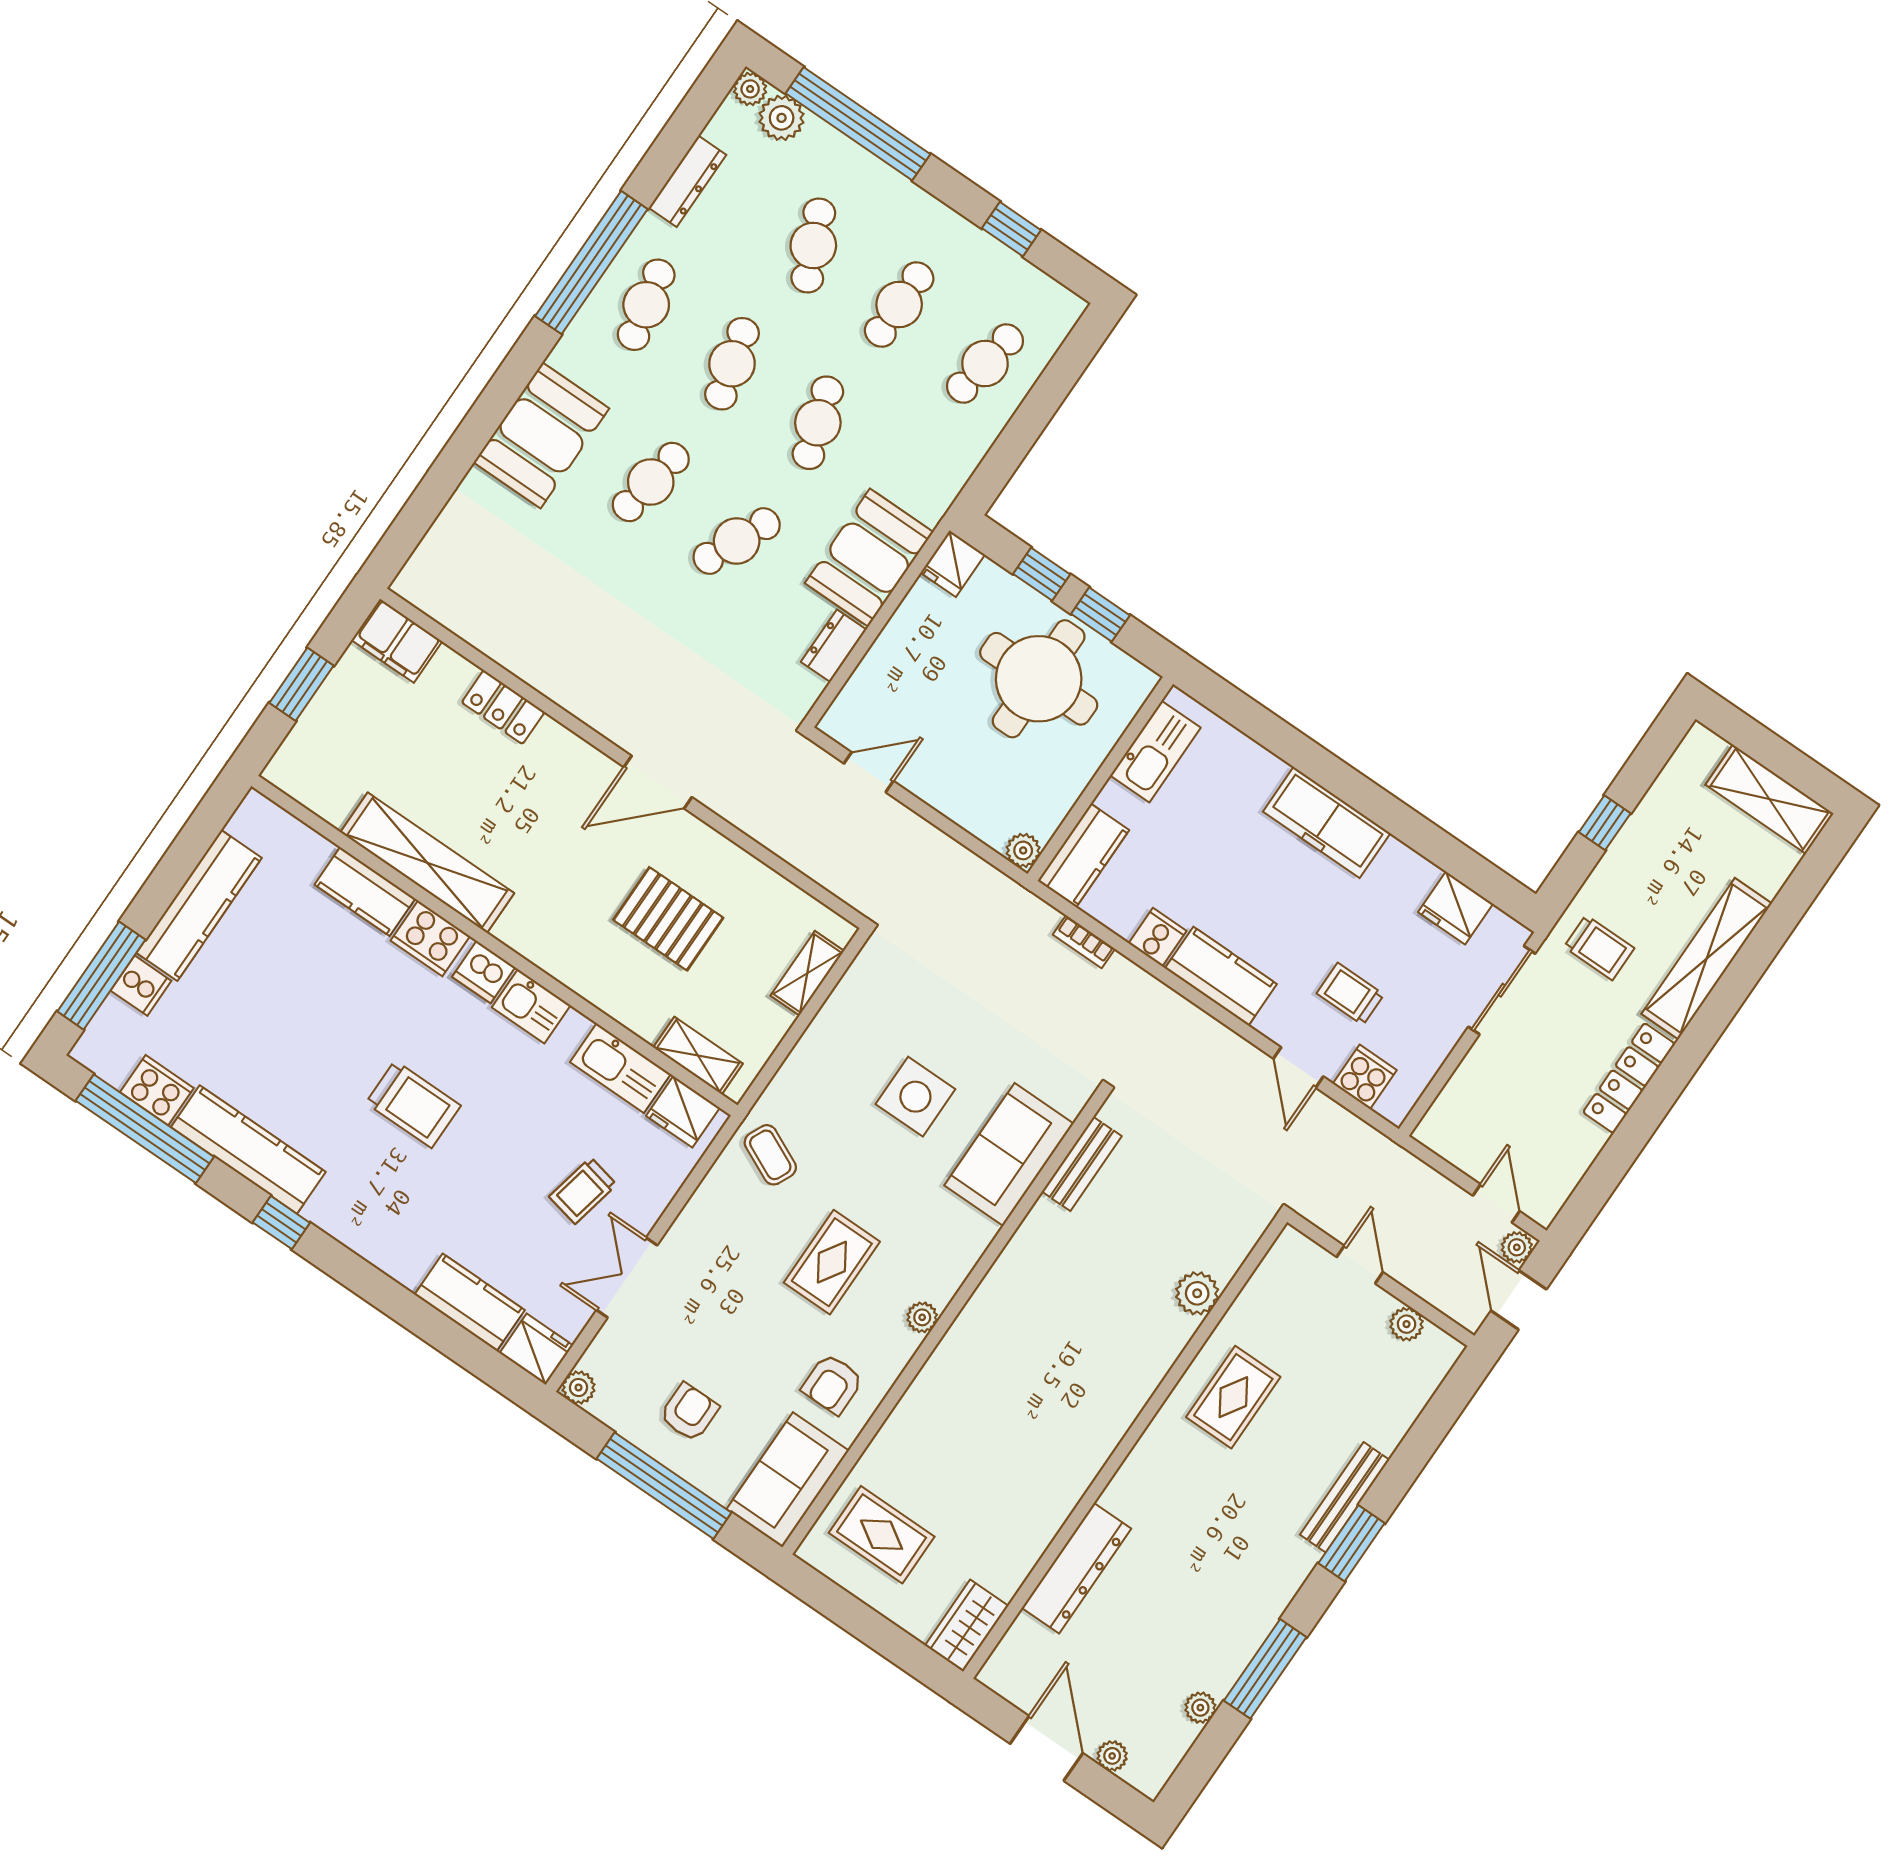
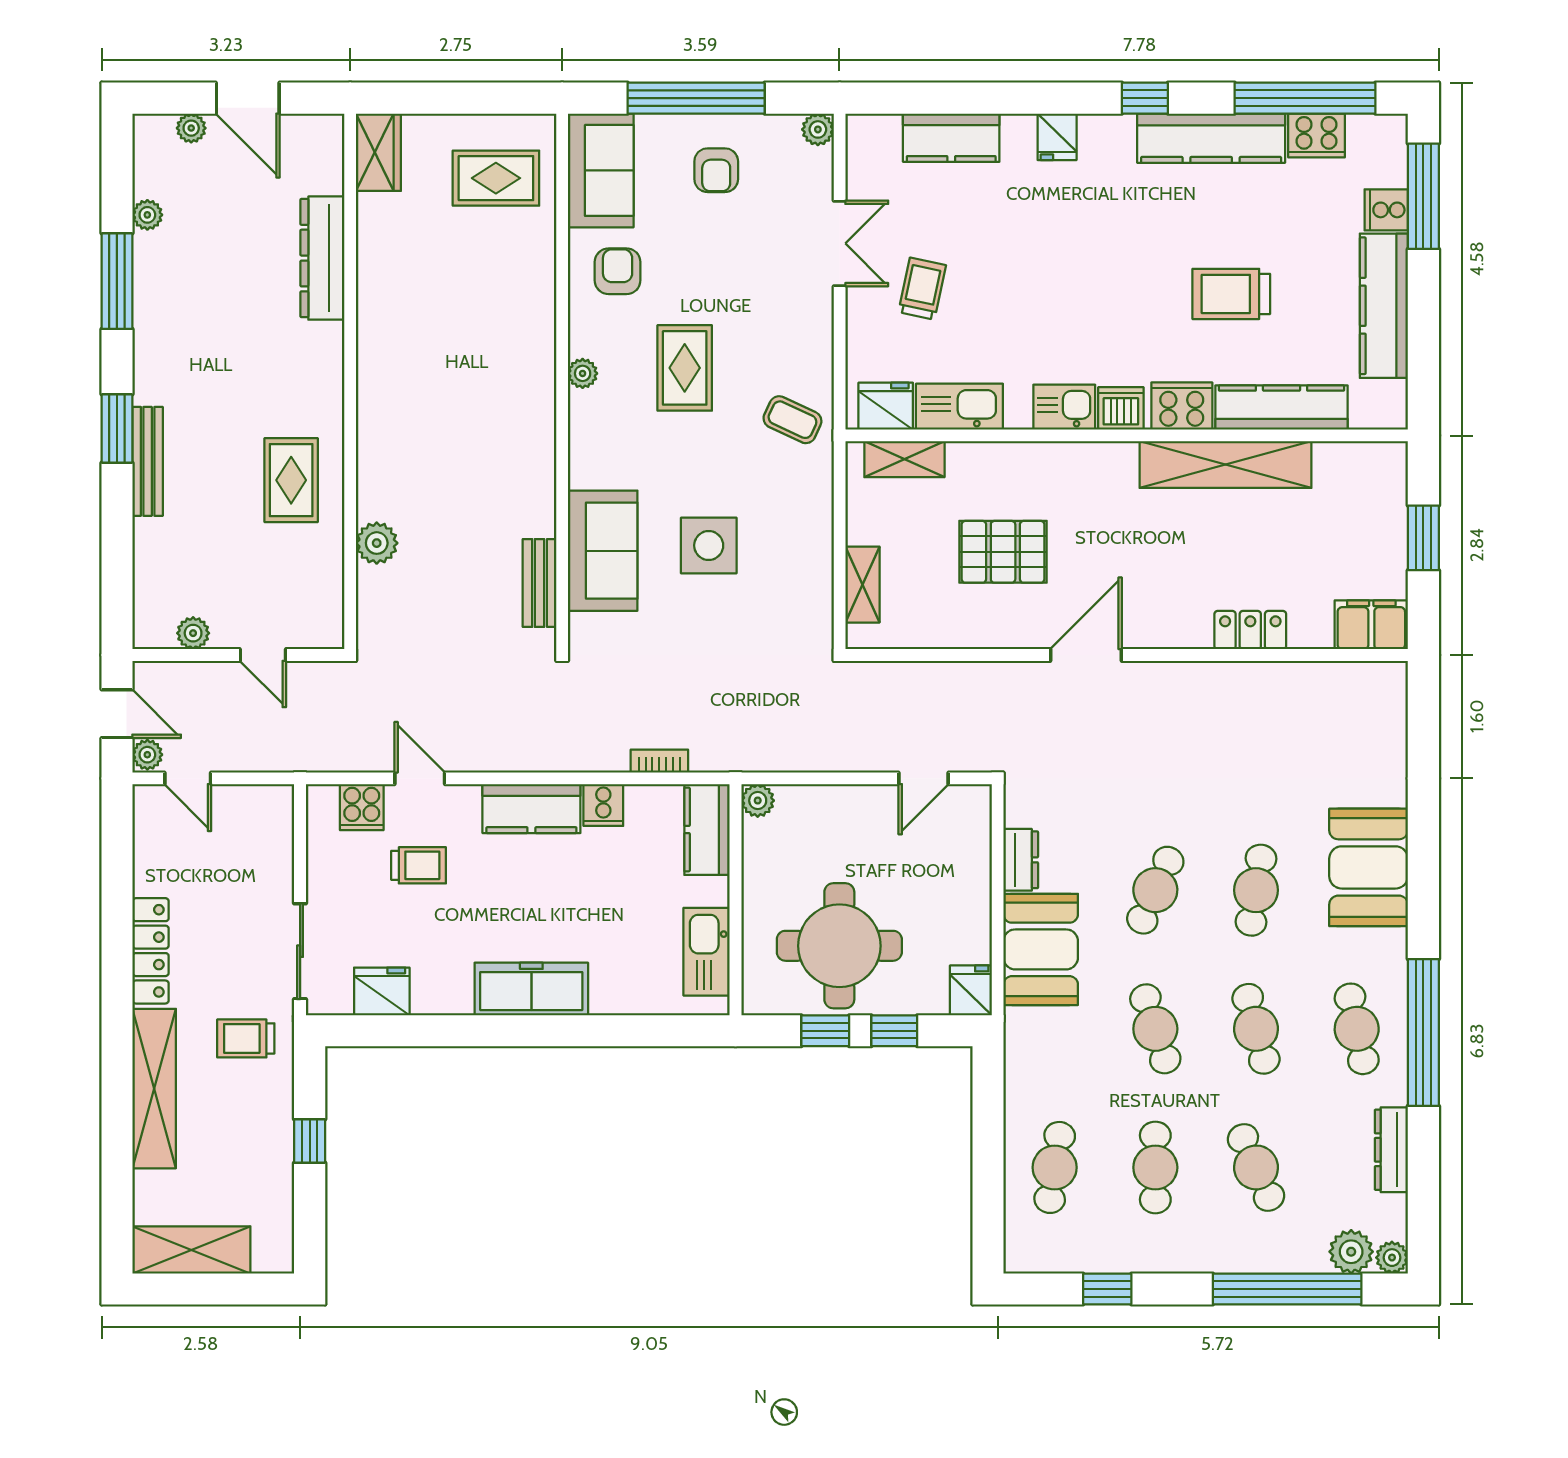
kitchen counter: (365, 892) -> (1281, 407), width x1.50
trolley: (413, 1104) -> (1231, 294), moved
fridge: (536, 1349) -> (1057, 137), moved, width x0.72

